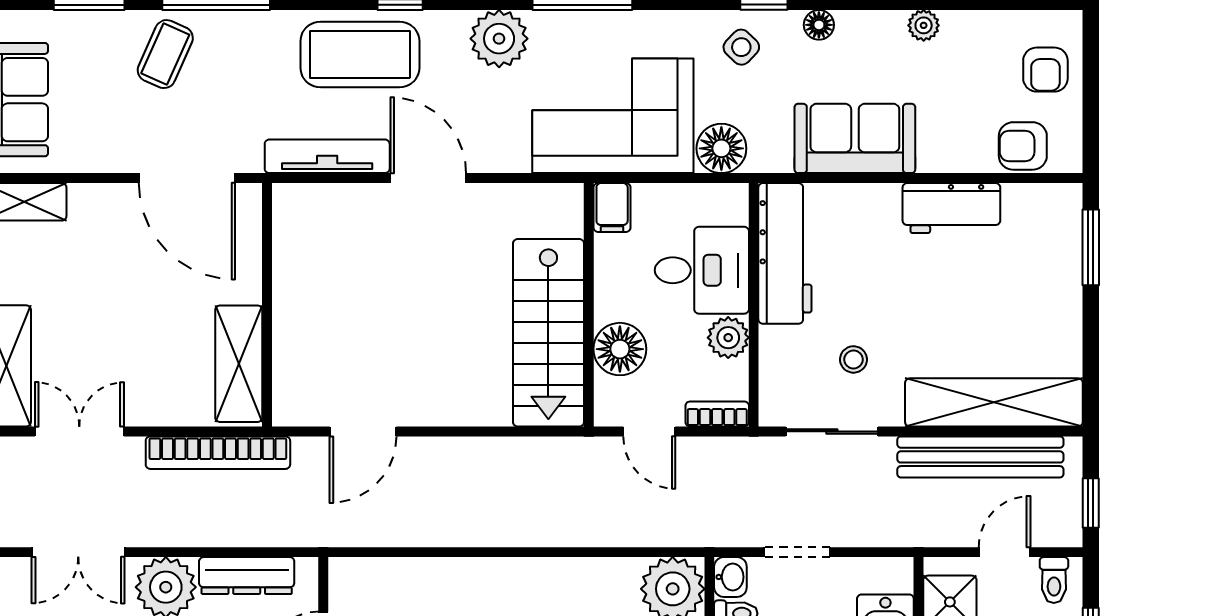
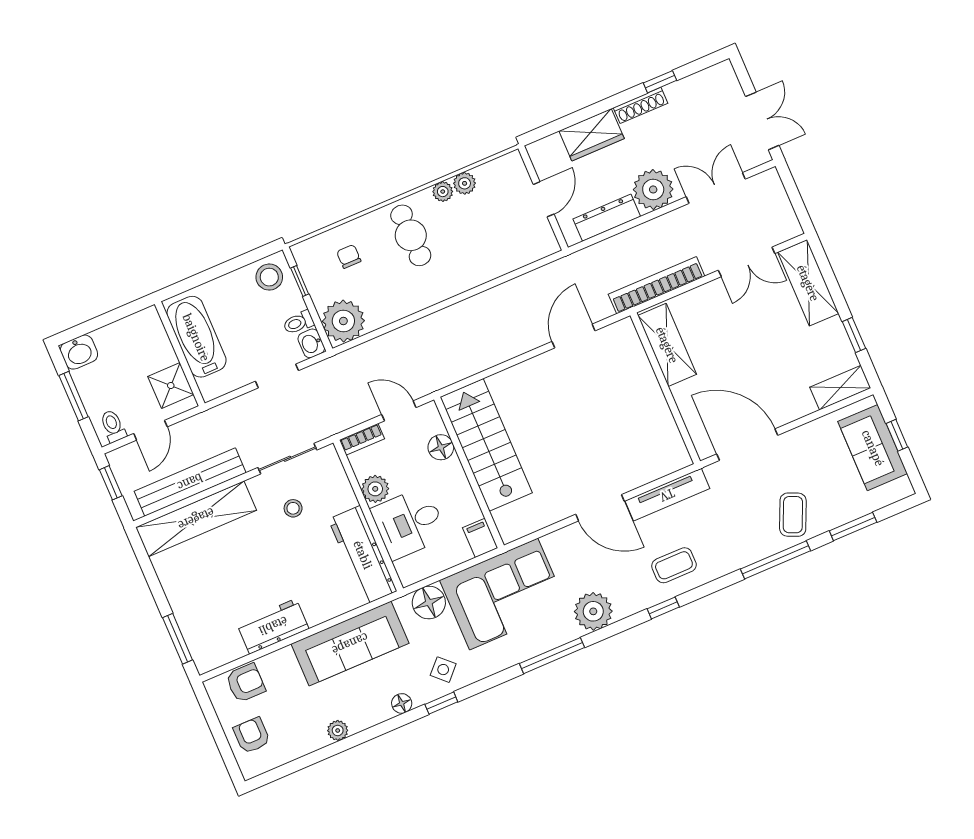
coffee table: (360, 55) -> (674, 565), width x0.54, depth x0.58
sofa: (855, 138) -> (350, 644), width x1.36
floor lamp: (620, 349) -> (441, 447), width x0.73, depth x0.73

